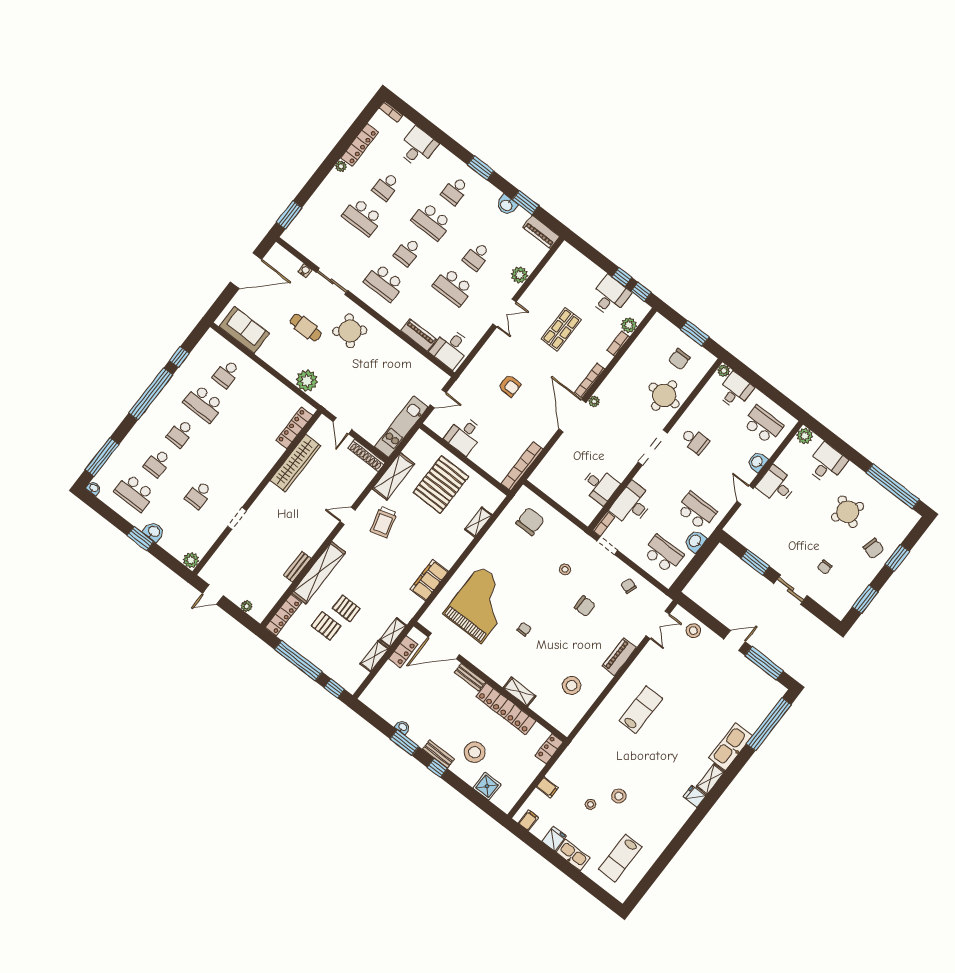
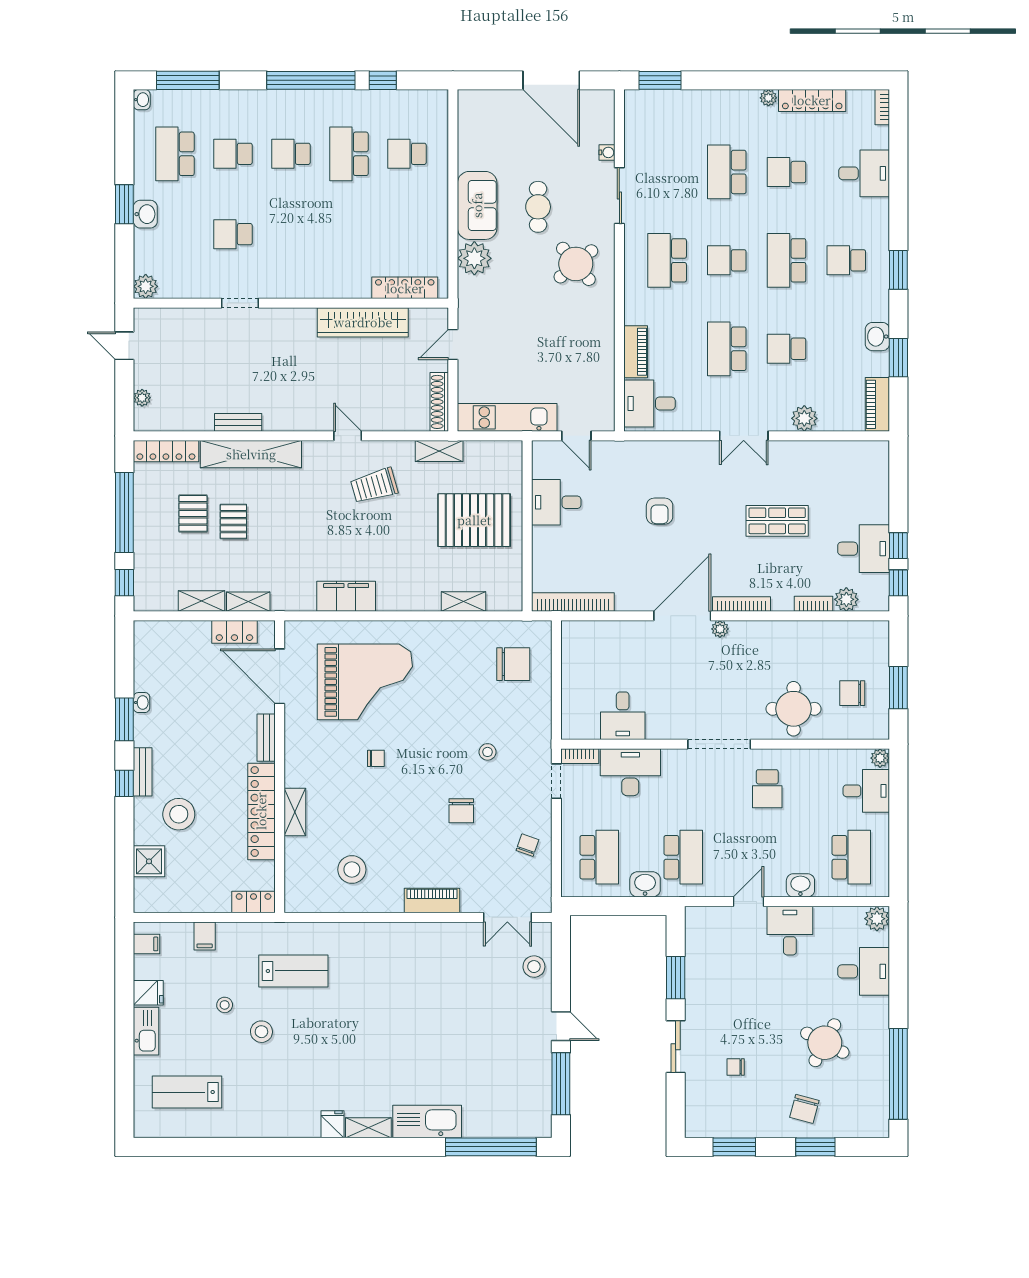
sofa: (244, 330) -> (477, 205), moved
shelving: (393, 476) -> (439, 451), width x0.67, depth x0.75
lab bench: (641, 710) -> (293, 971), moved

